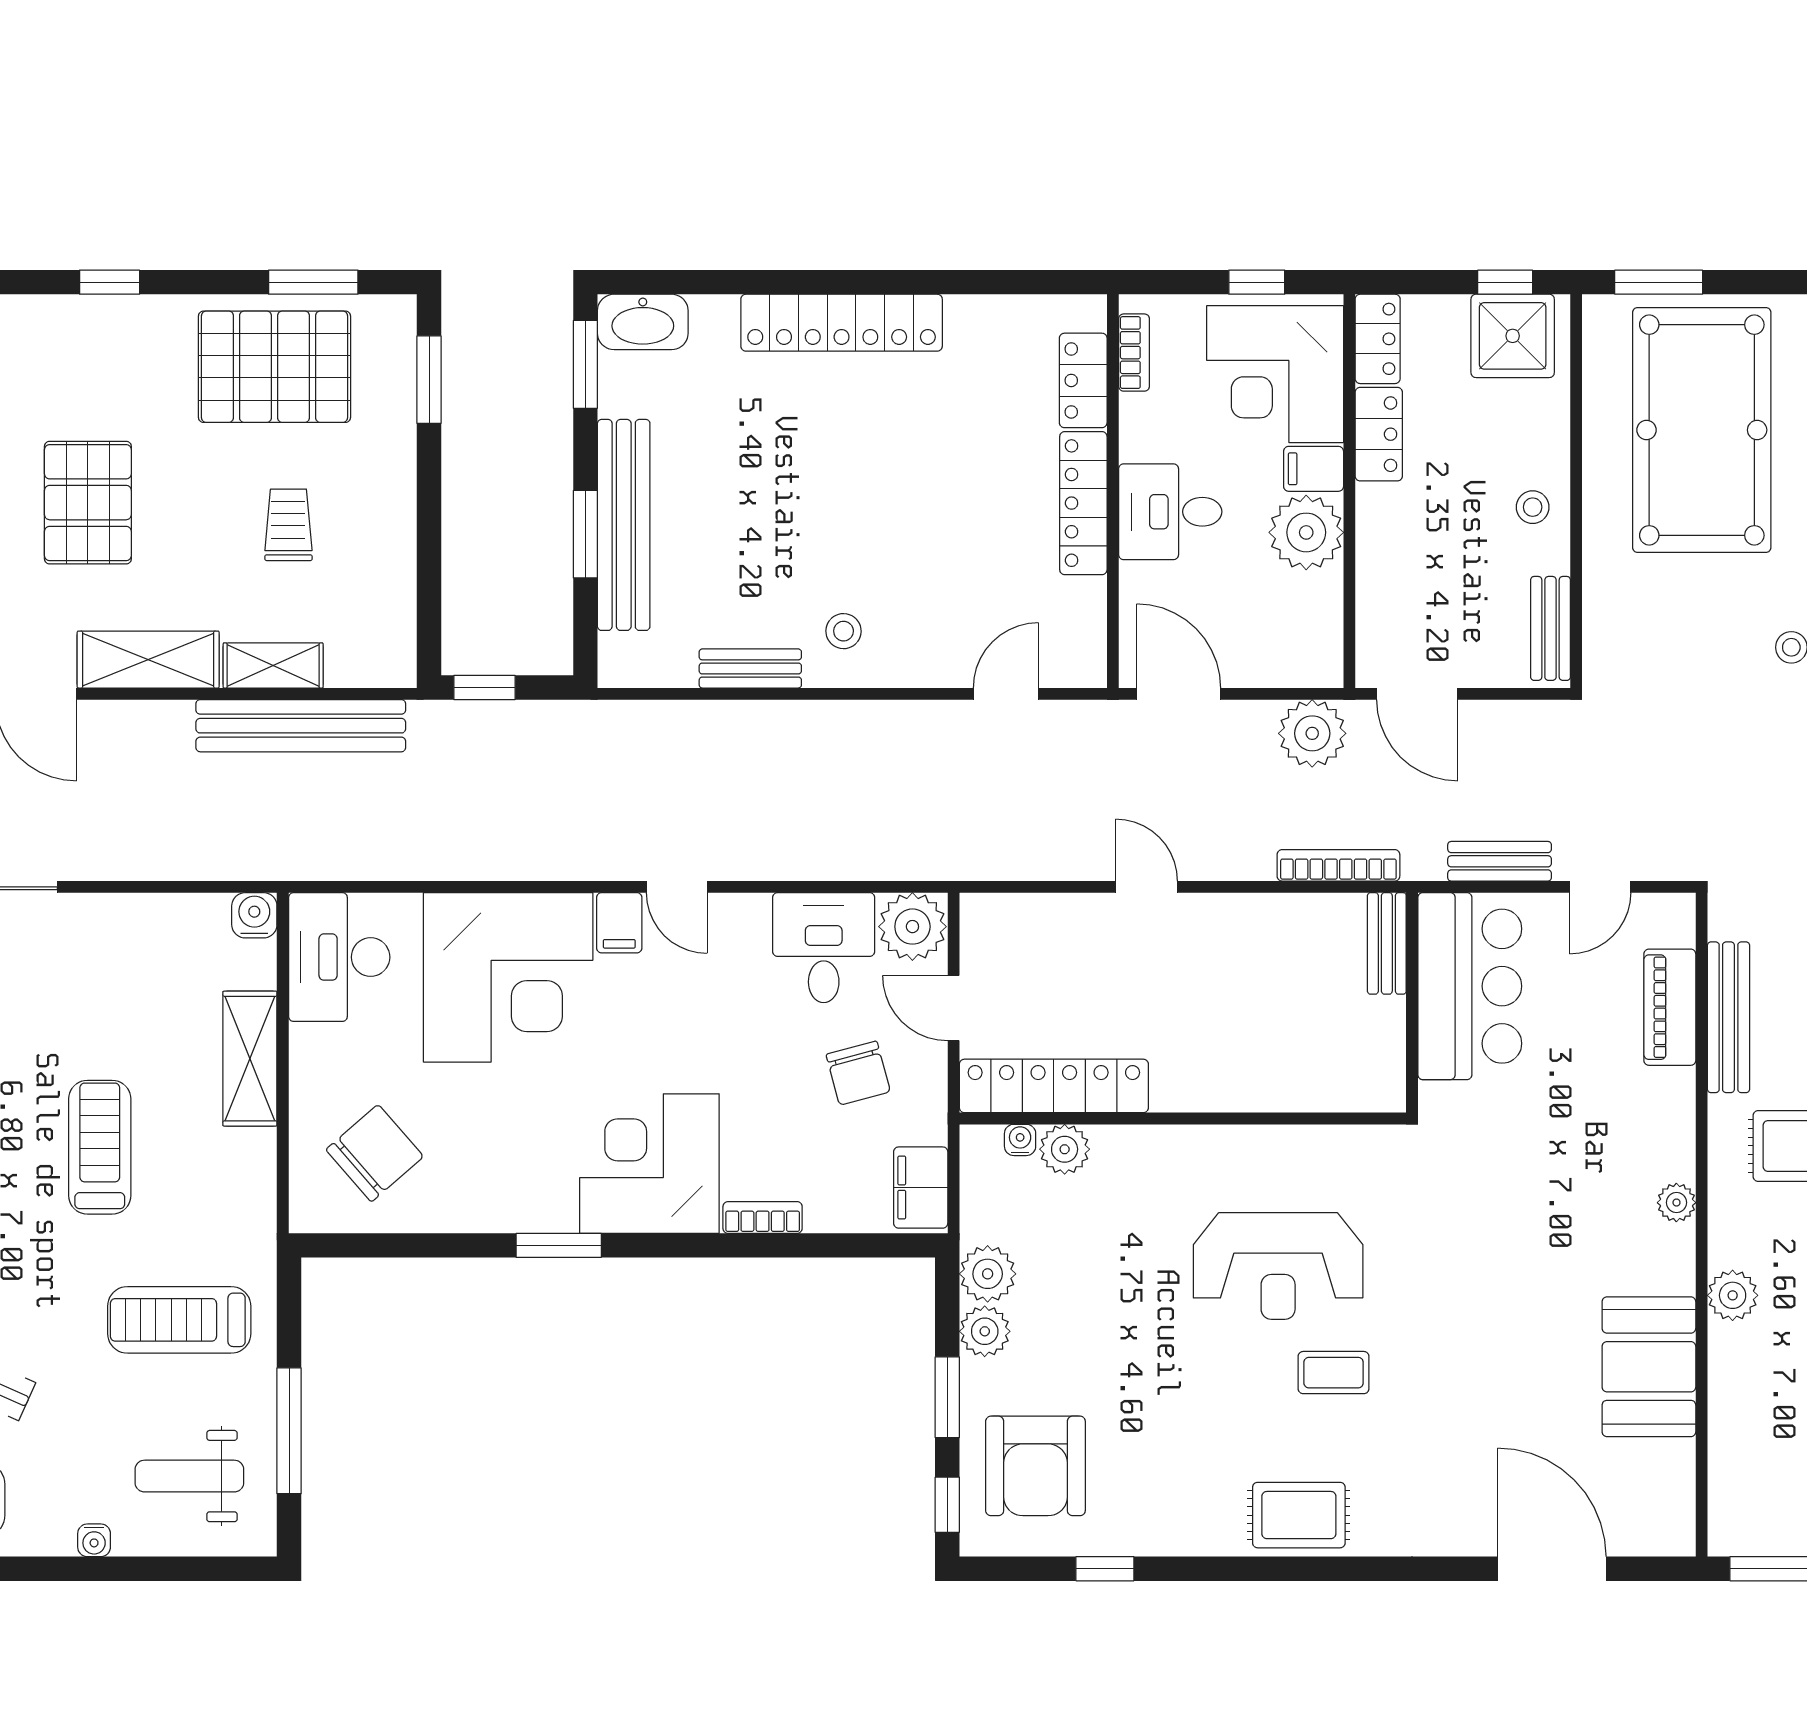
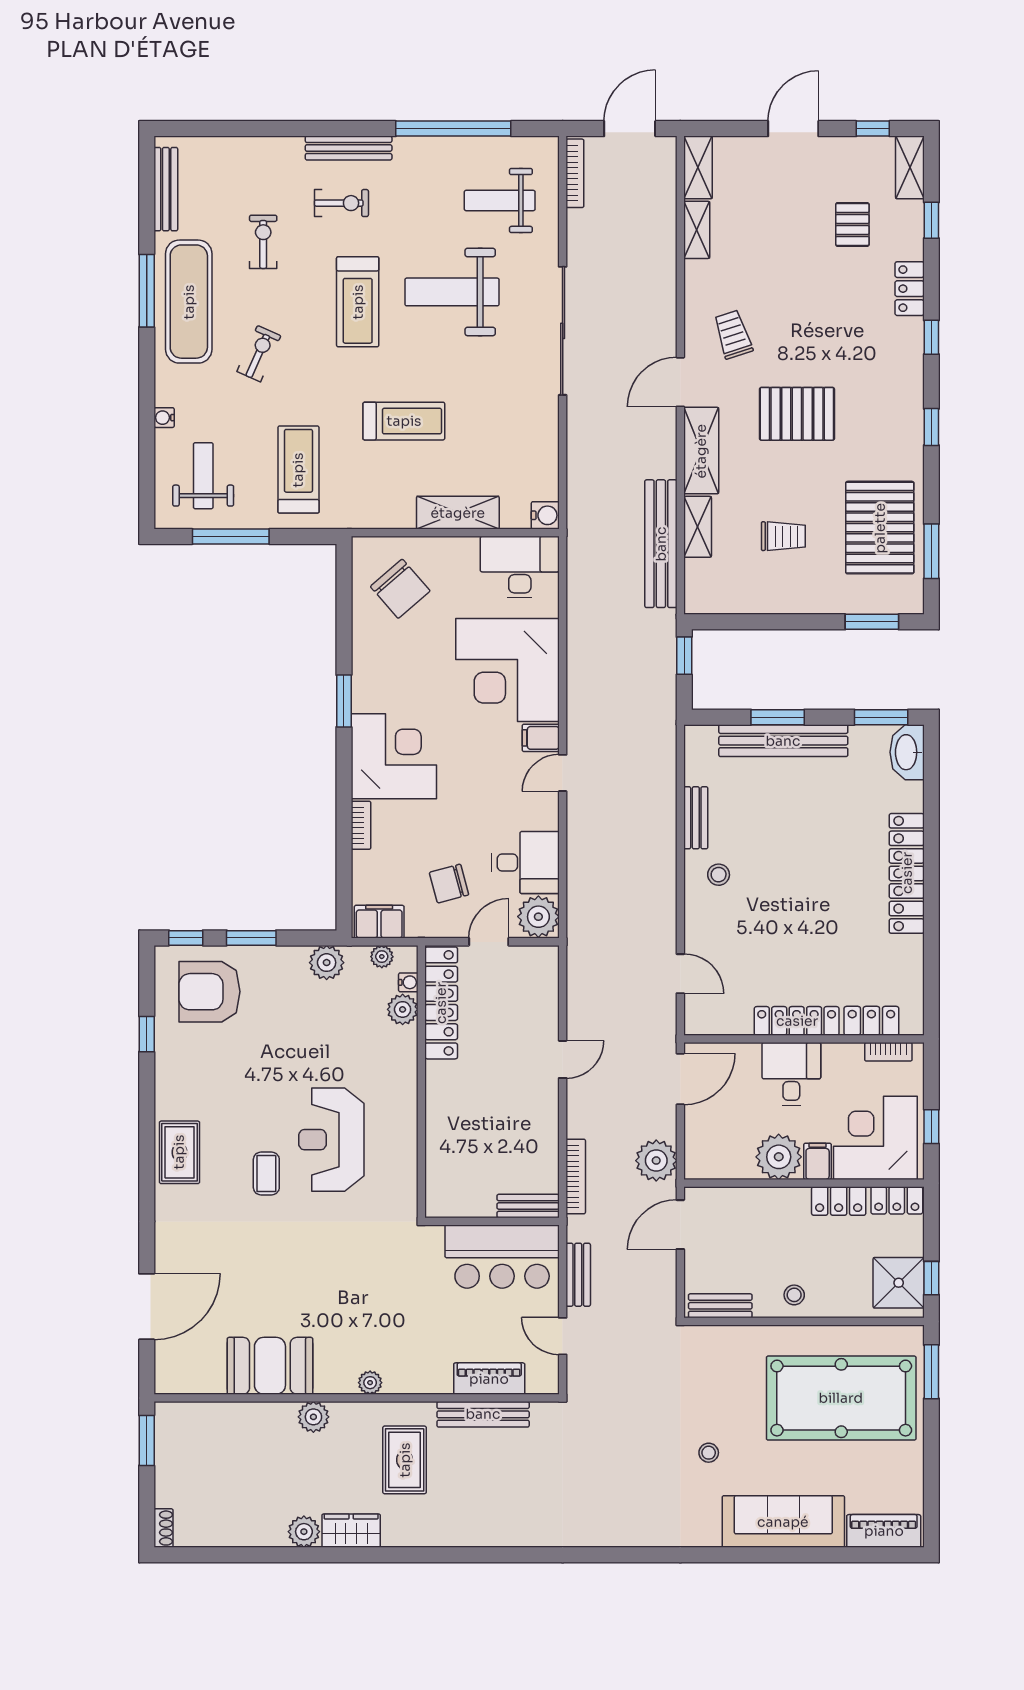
plant: (985, 1331) -> (382, 957), moved, width x0.73, depth x0.73

